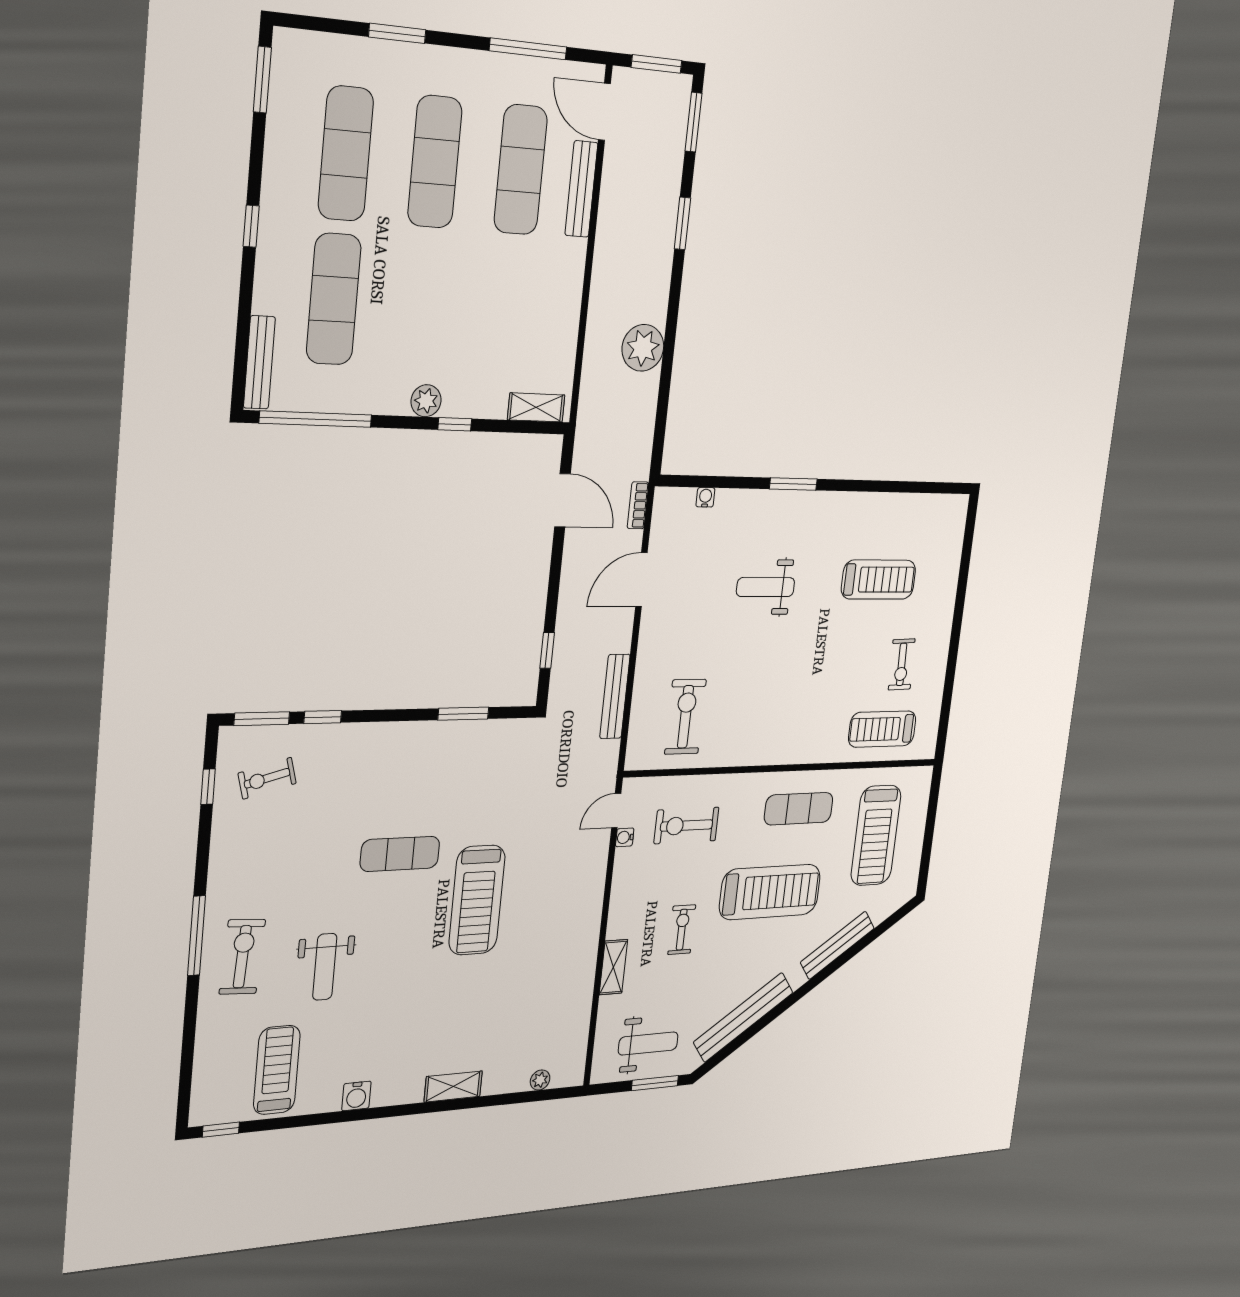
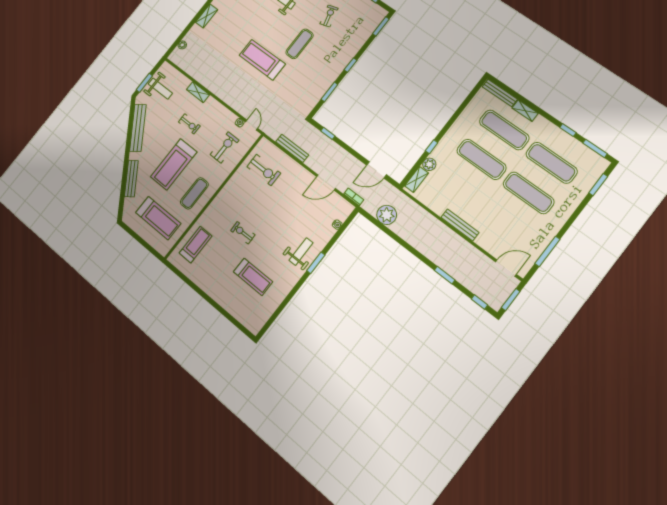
window: (397, 33) -> (598, 185), moved
window: (693, 122) -> (479, 302), width x0.67
exercise mat: (521, 170) -> (481, 159), moved
bench: (581, 189) -> (460, 225), moved
window: (251, 226) -> (568, 130), moved
shelving: (267, 282) -> (525, 111), added
plant: (643, 348) -> (387, 215), moved
plant: (426, 401) -> (429, 164), moved
window: (316, 419) -> (467, 100), removed
door: (641, 580) -> (326, 182), swing flipped
treadmill: (879, 580) -> (253, 277), turned -90
weight bench: (766, 587) -> (301, 252), moved
exercise bike: (902, 664) -> (243, 233), moved
window: (323, 717) -> (350, 65), moved
exercise bike: (267, 778) -> (329, 16), moved
treadmill: (876, 835) -> (158, 218), turned 180
weight bench: (648, 1044) -> (160, 89), turned -90

